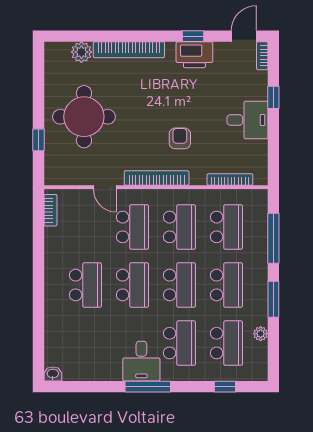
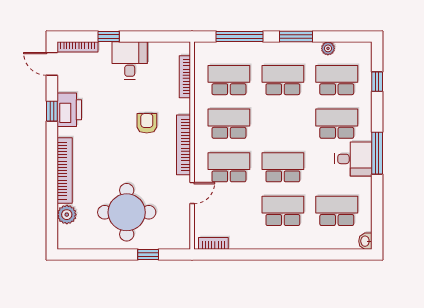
bookcase: (262, 56) -> (77, 47), width x1.56
armchair: (180, 138) -> (147, 123), turned 90
school desk: (179, 285) -> (337, 211), moved

